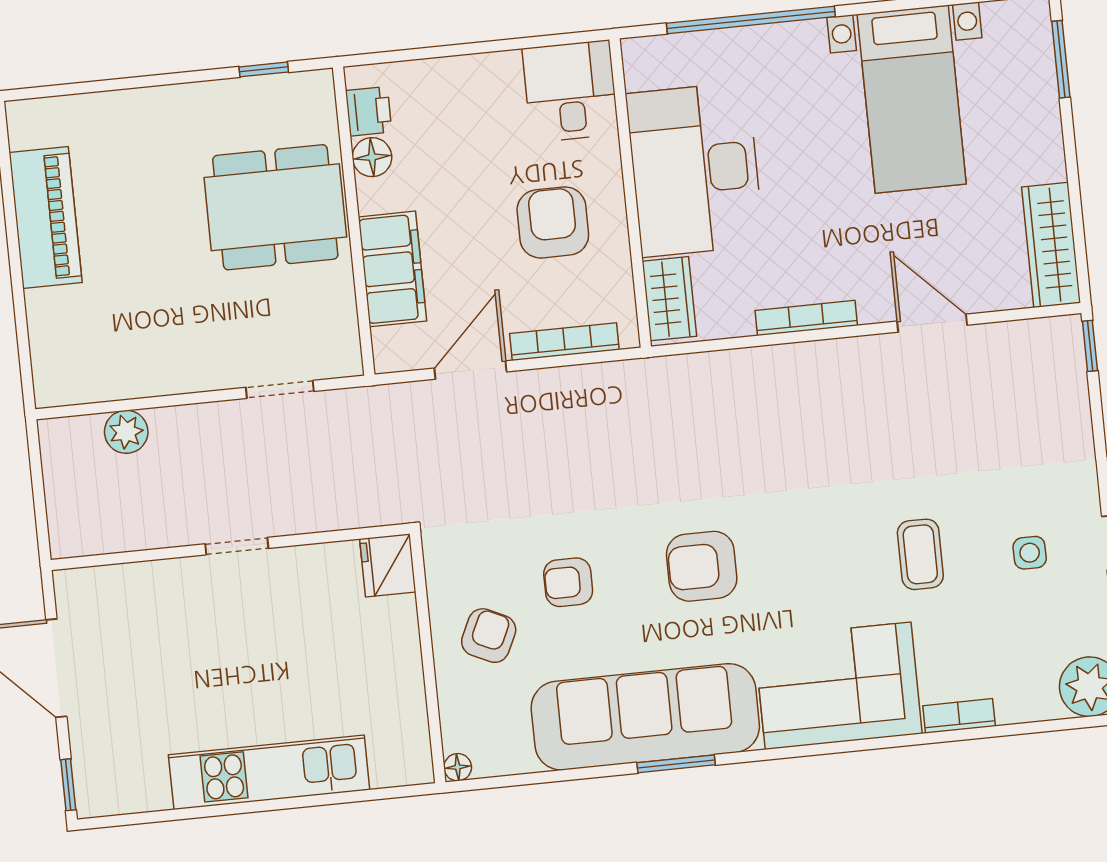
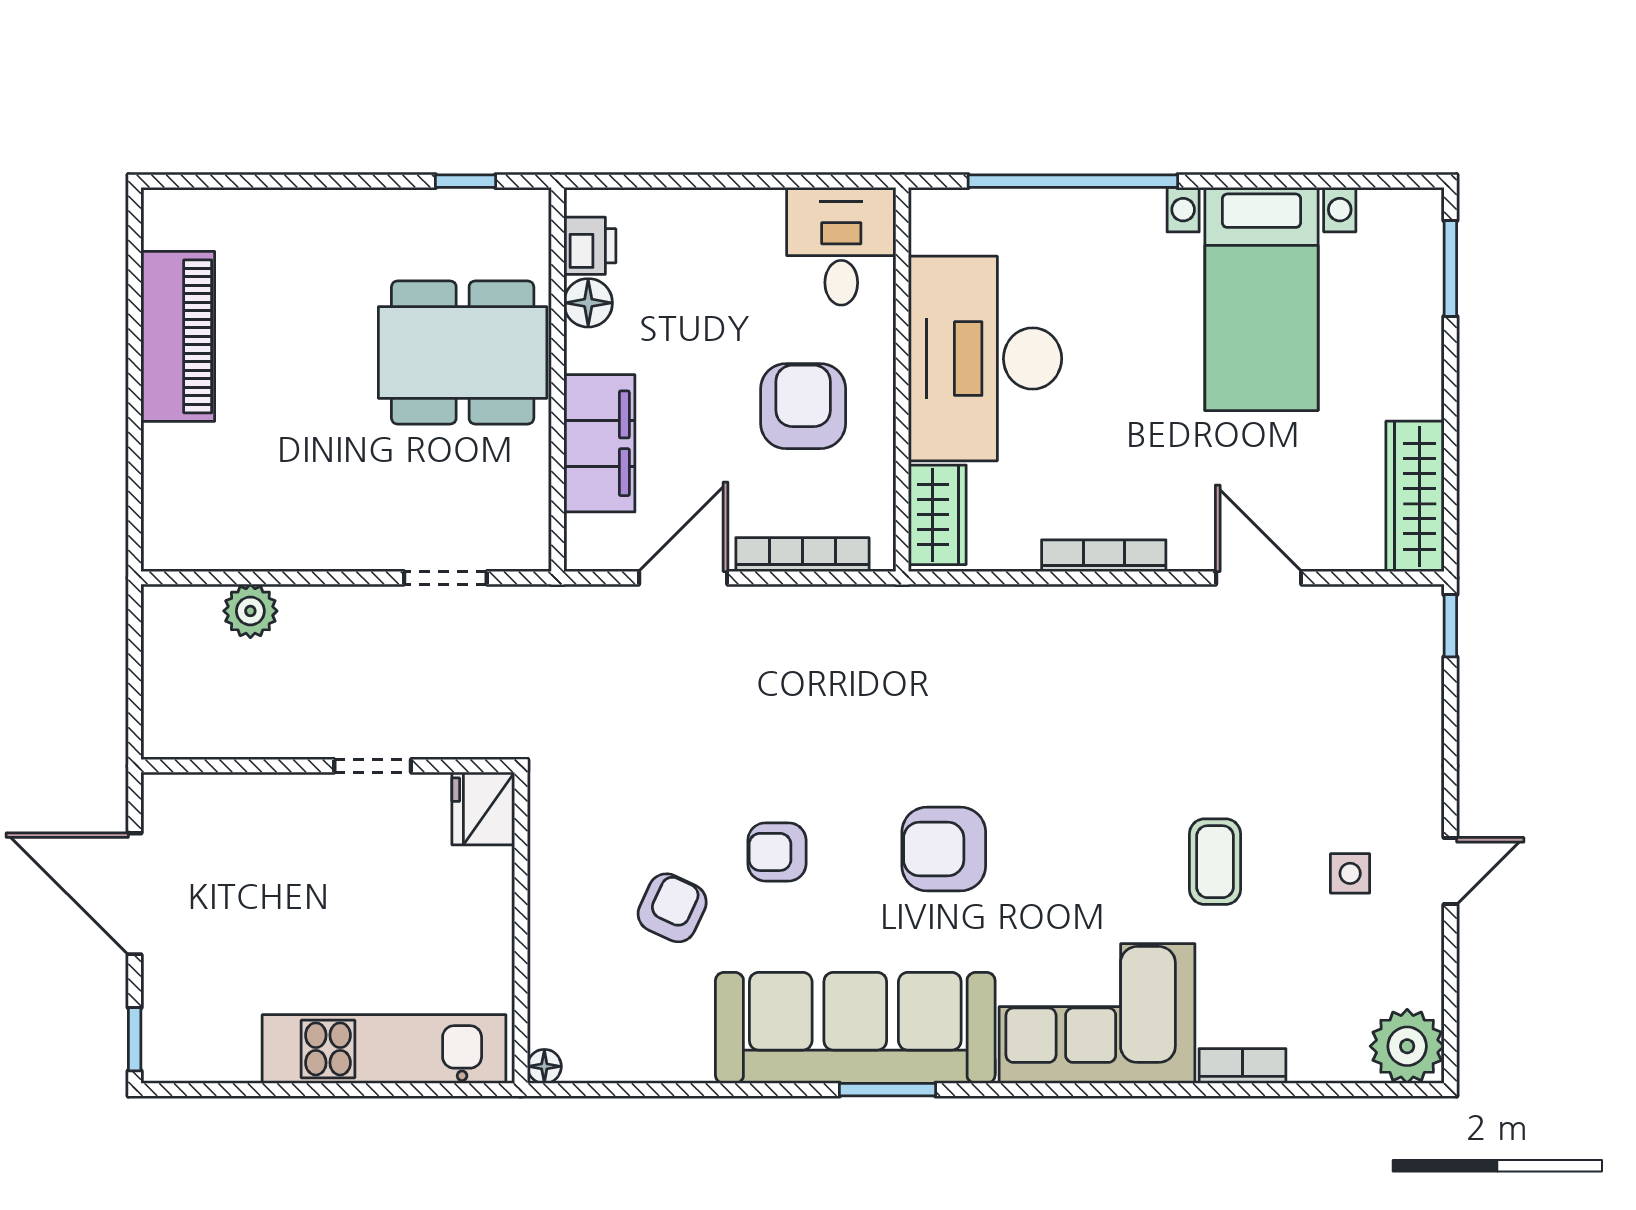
fridge: (388, 565) -> (483, 809), moved
wall: (428, 658) -> (521, 928), moved
floor lamp: (458, 767) -> (544, 1066), moved

